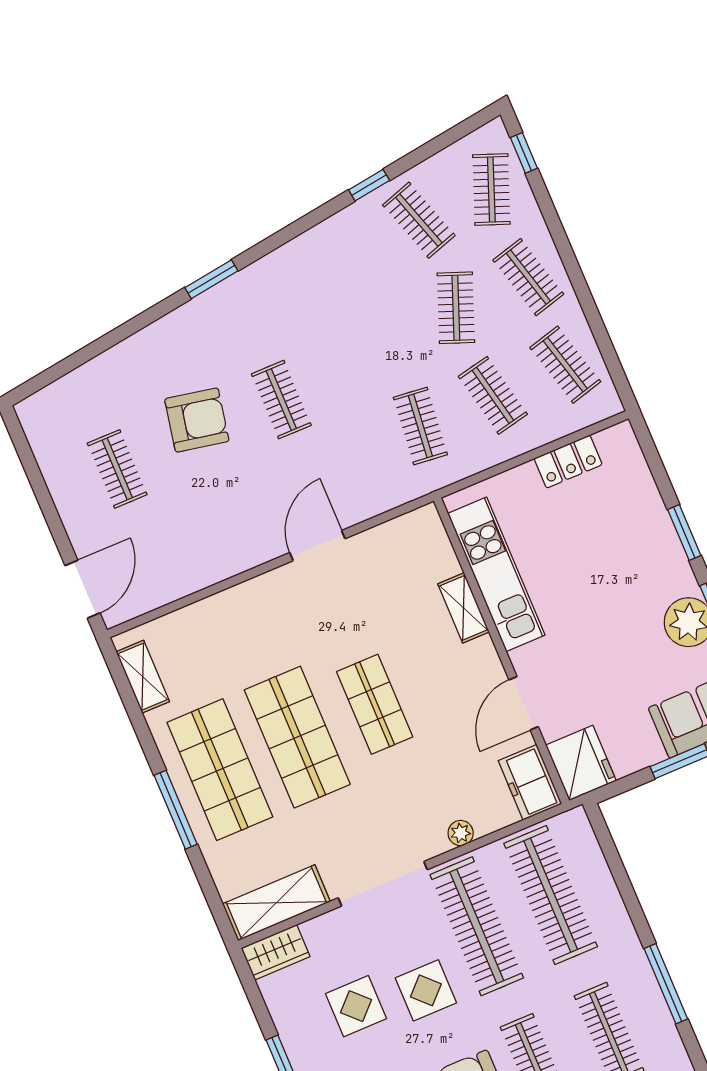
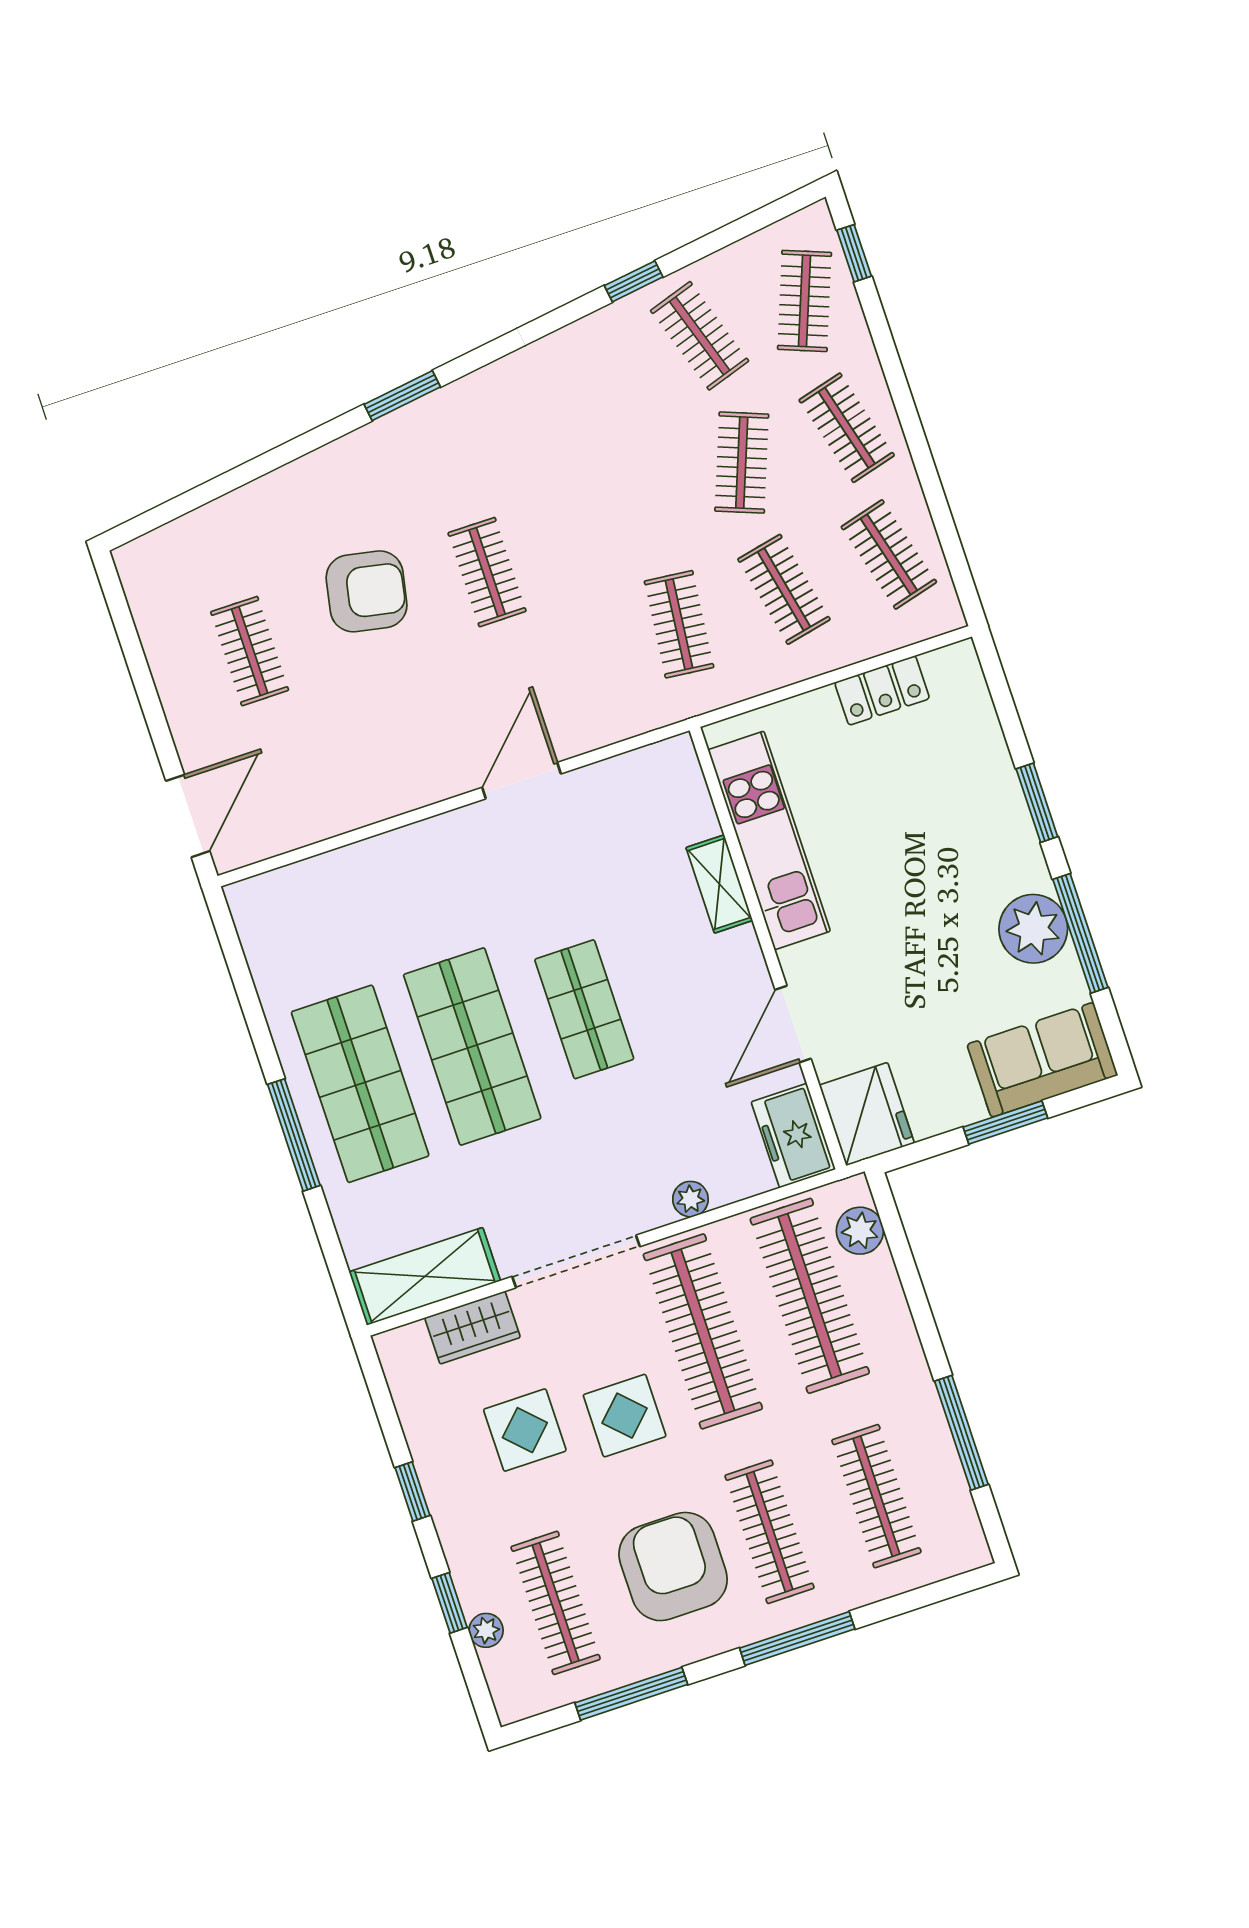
shelving: (143, 677) -> (262, 945), removed
plant: (583, 846) -> (860, 1231), added
wardrobe: (276, 952) -> (472, 1328), moved

